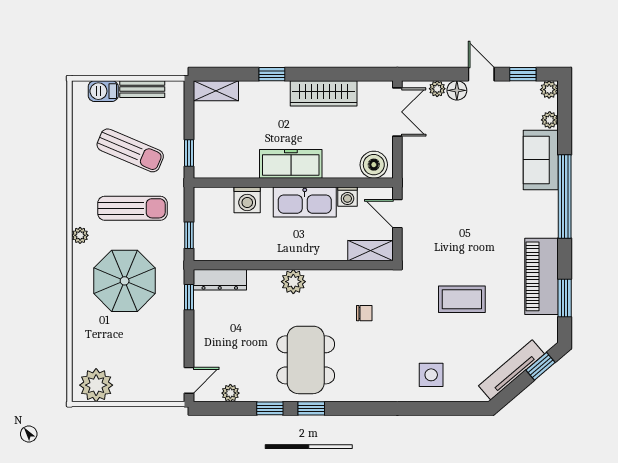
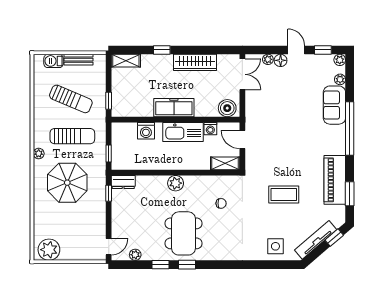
dresser: (220, 280) -> (123, 182), width x0.70
side table: (431, 375) -> (275, 246), moved

